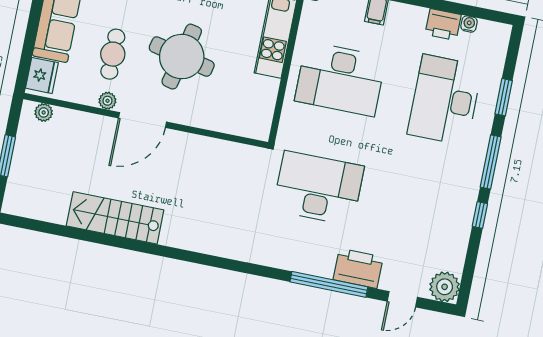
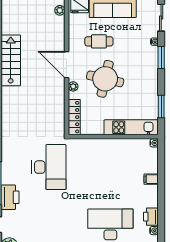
desk: (340, 79) -> (110, 167), removed
plant: (107, 101) -> (73, 86), moved
locker: (239, 125) -> (74, 117), added

